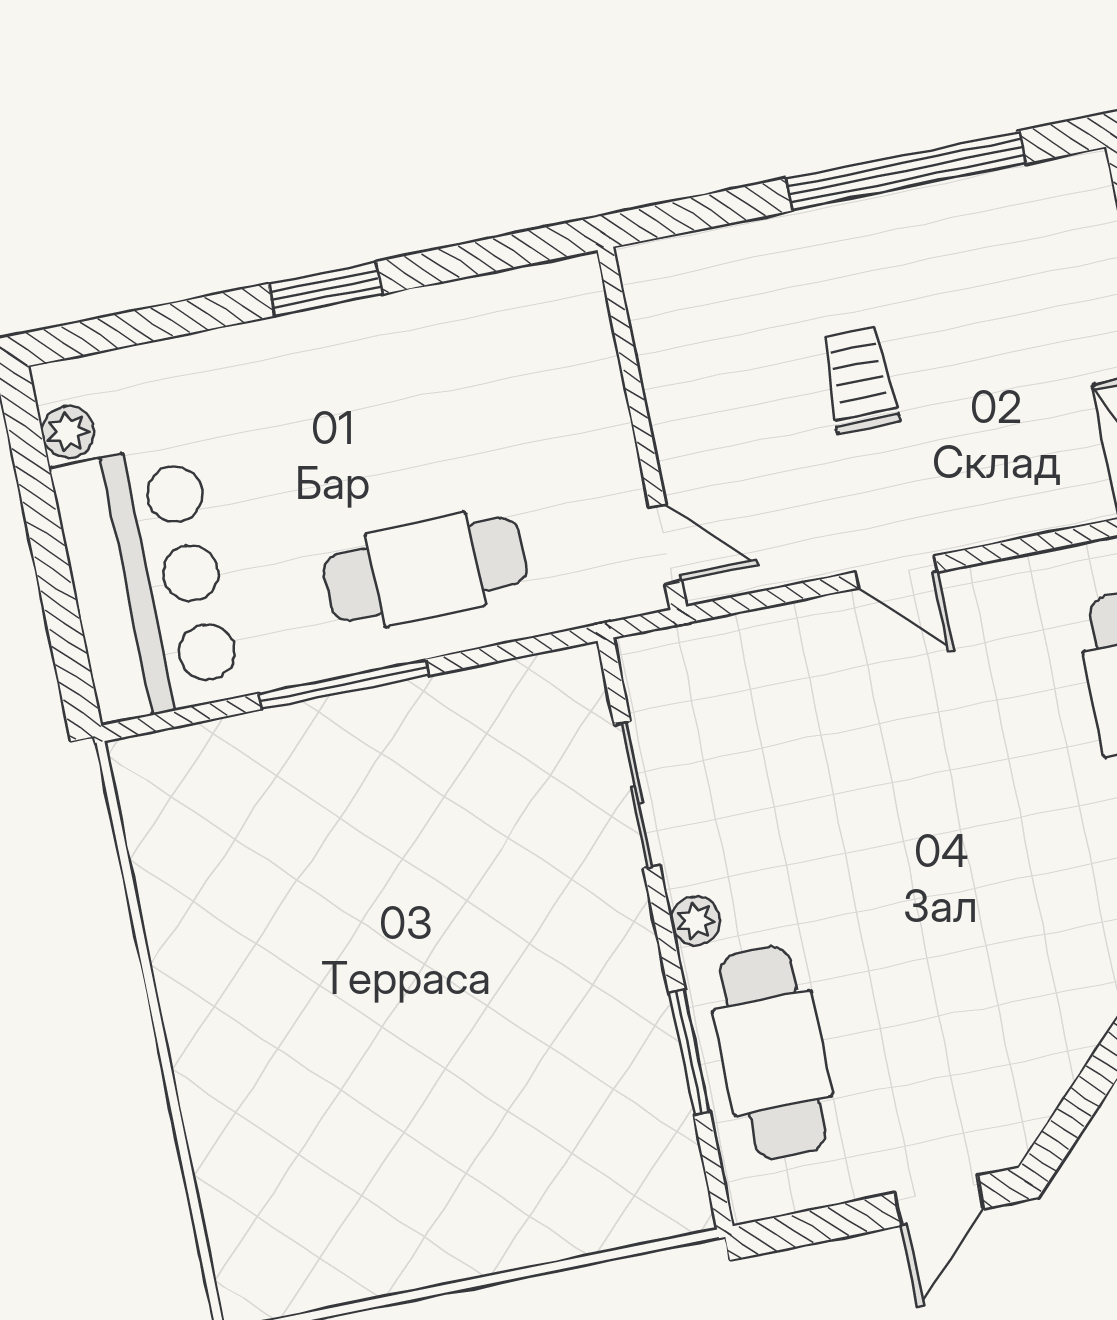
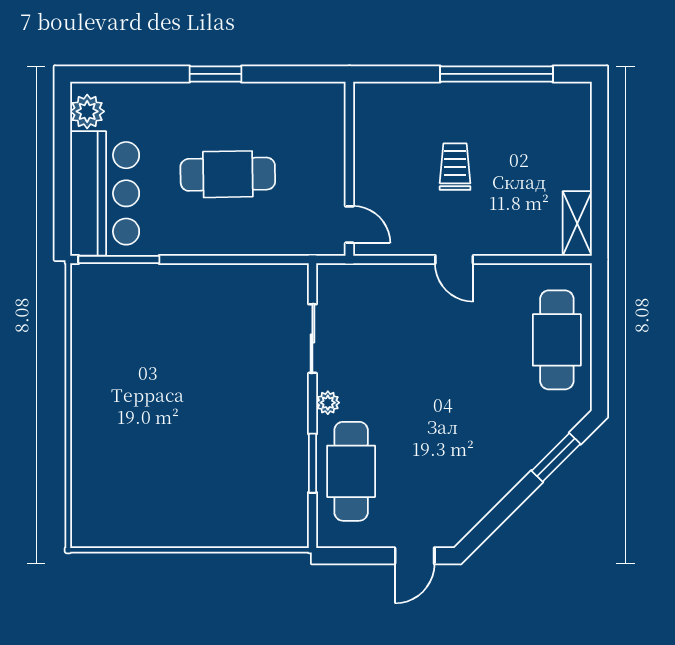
plant: (68, 432) -> (87, 111), width x1.38, depth x1.38
cafe table: (425, 570) -> (228, 174), moved
window: (344, 684) -> (119, 259), moved

